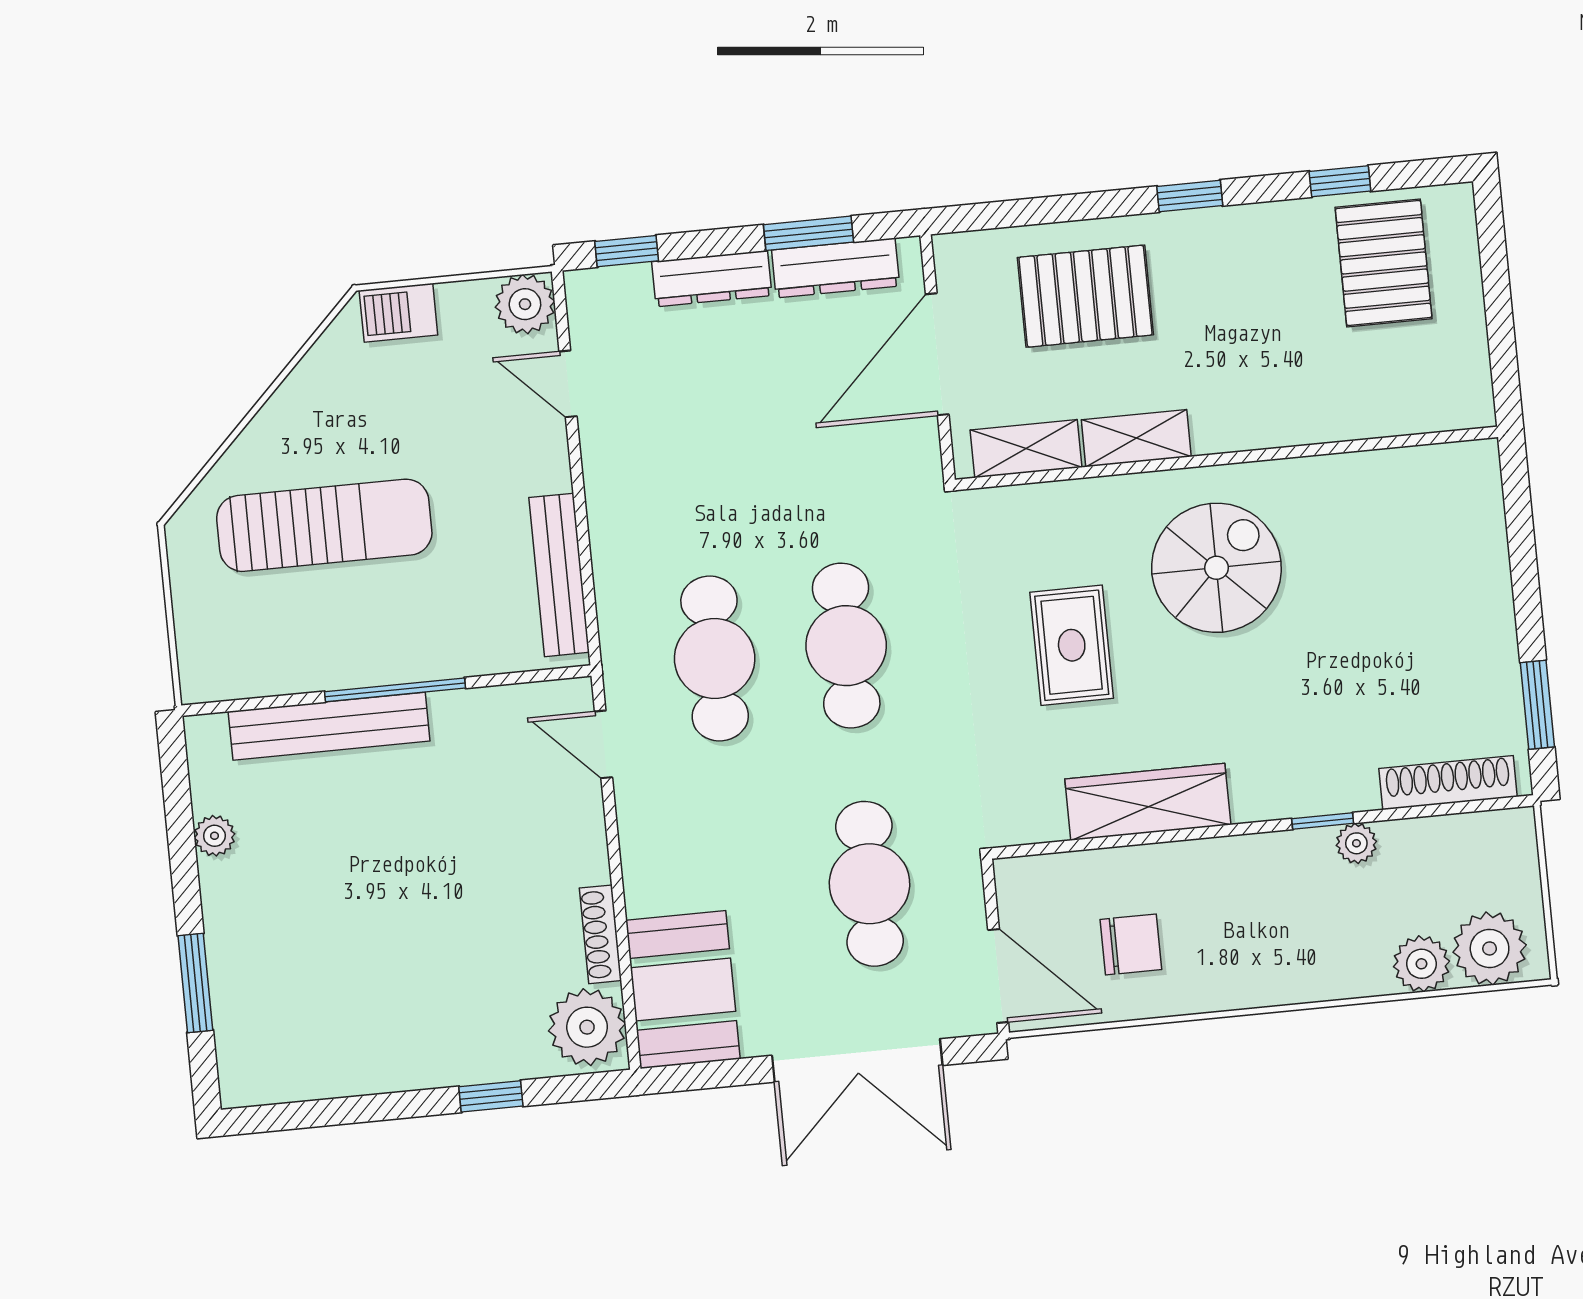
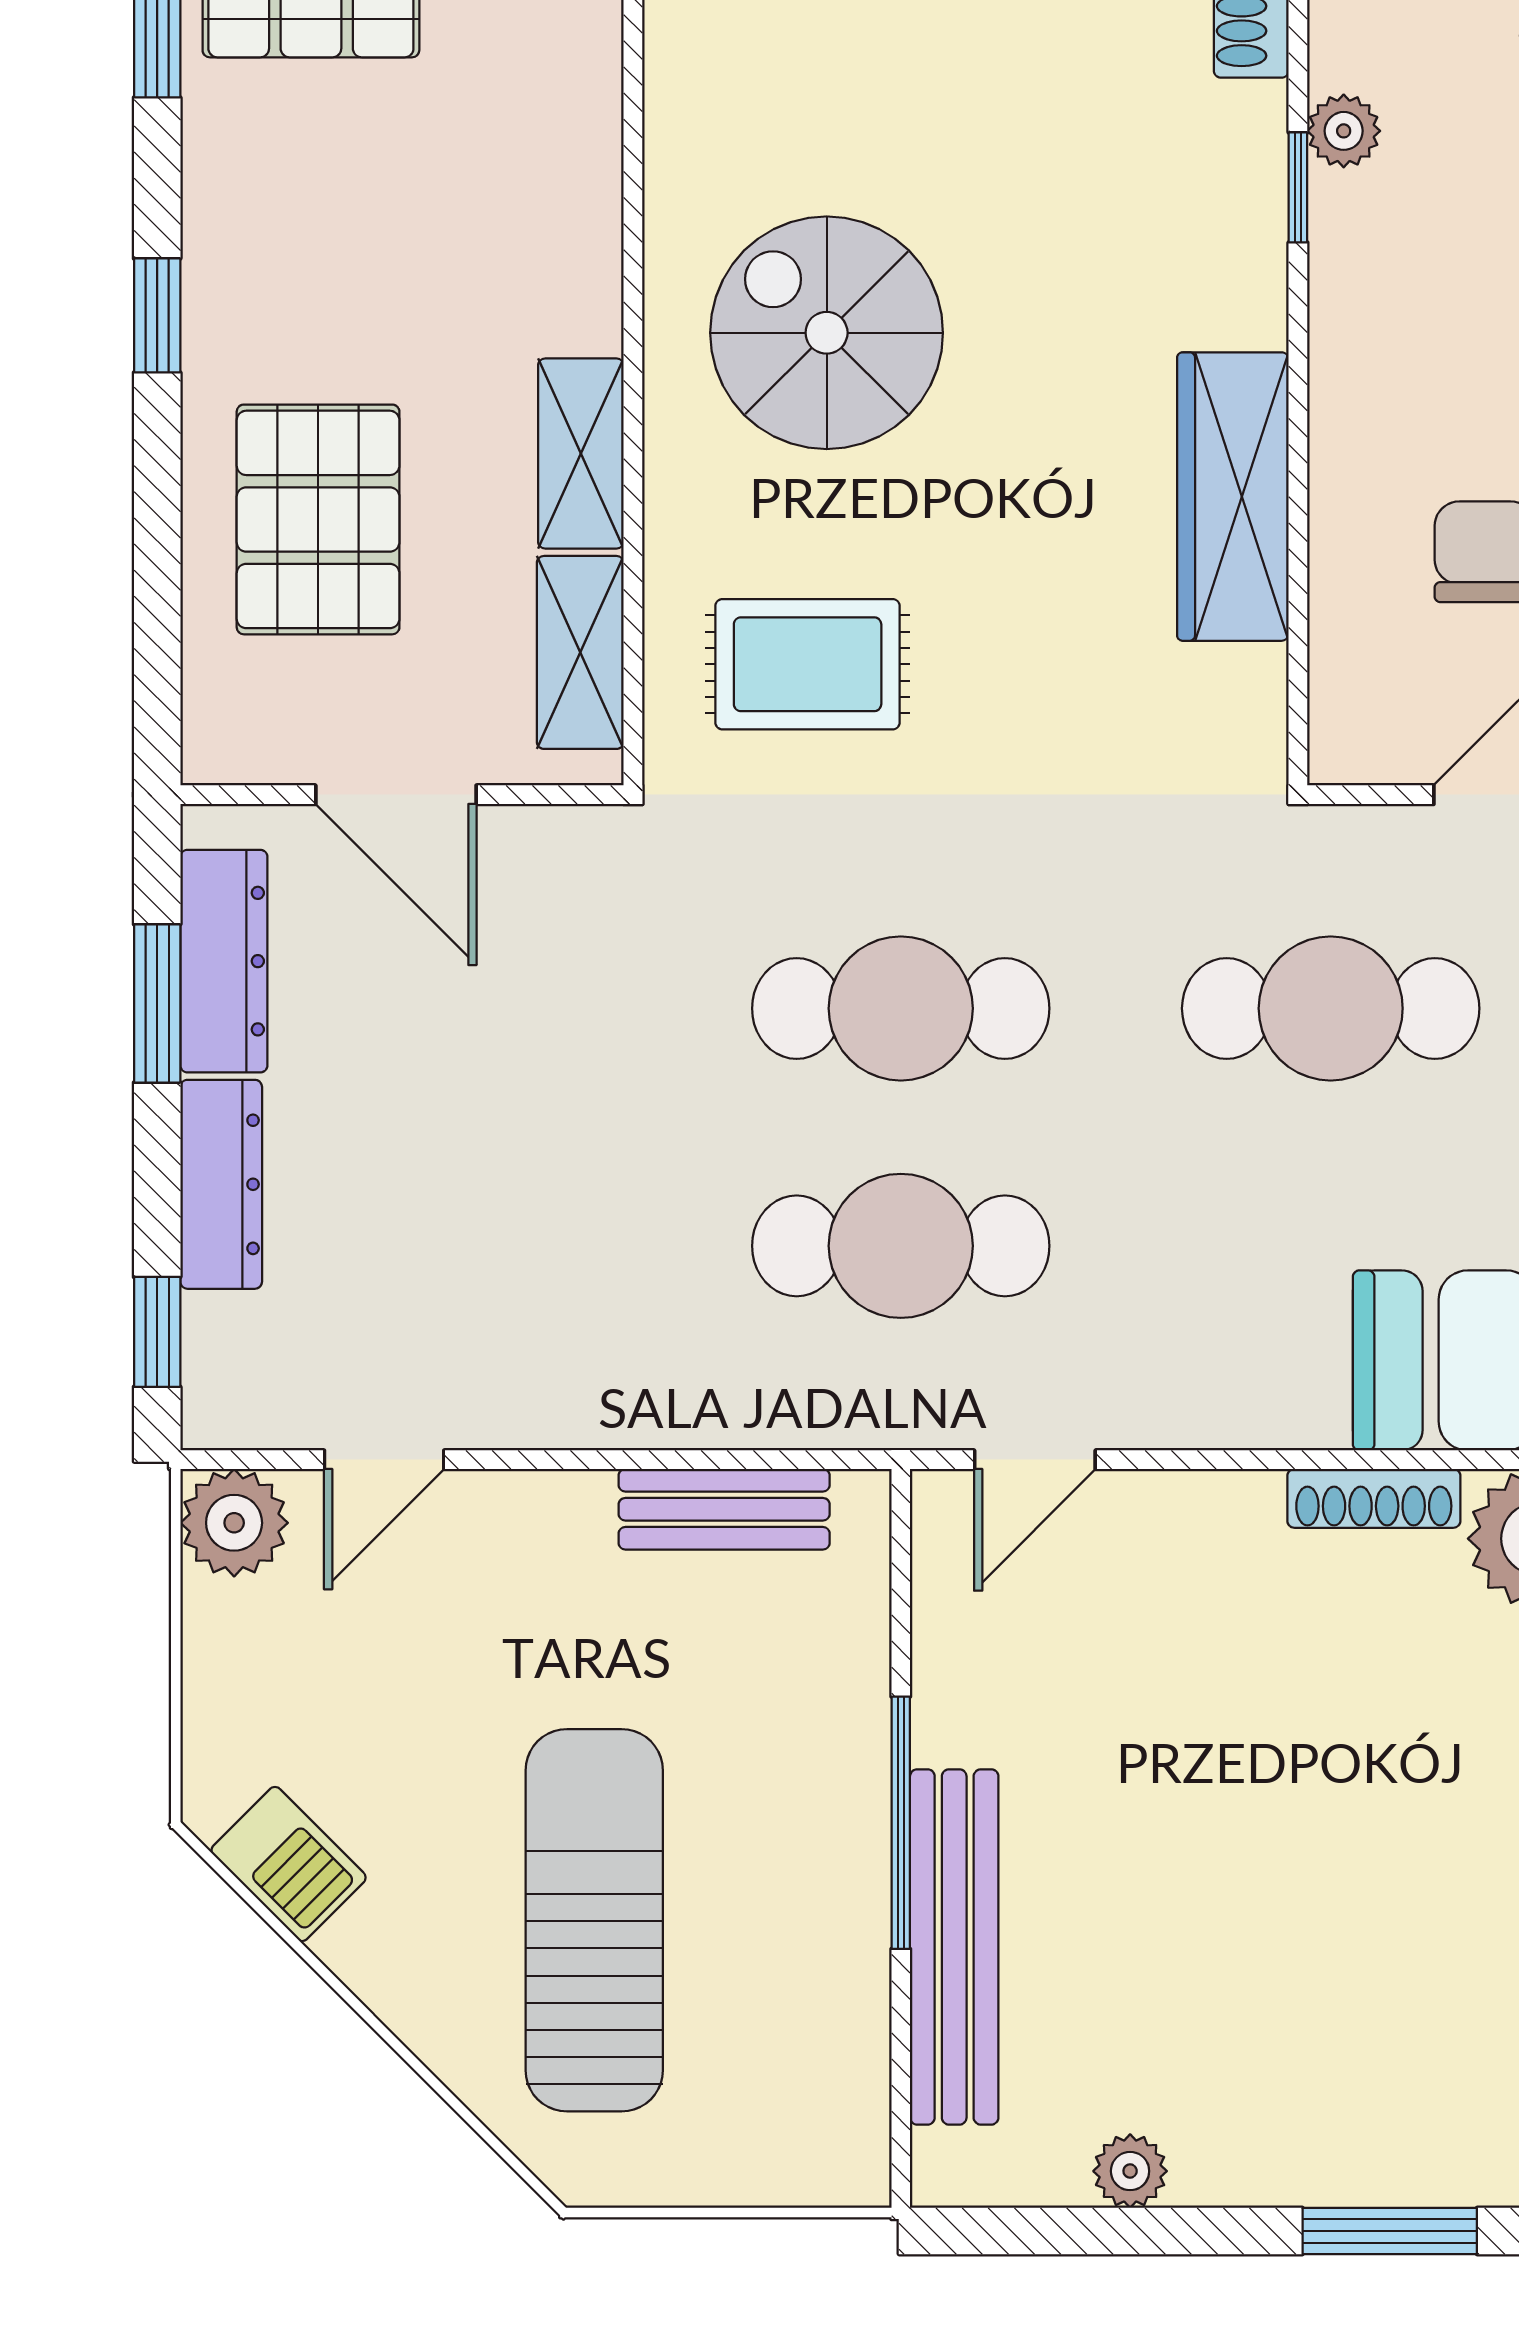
barbecue: (398, 313) -> (289, 1864), moved, turned -45
door: (937, 354) -> (396, 795), width x0.73
bench: (559, 575) -> (724, 1509), width x0.73
rug: (1072, 645) -> (808, 664), moved

